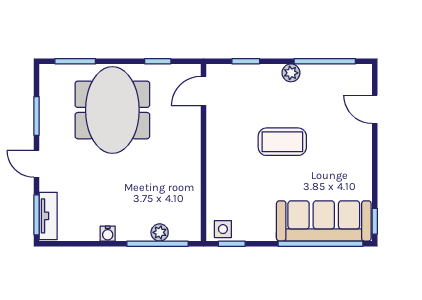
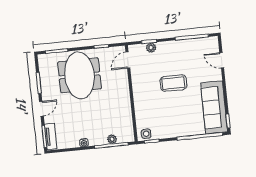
plant: (291, 73) -> (151, 48), moved
door: (37, 164) -> (41, 109), swing flipped
sofa: (324, 221) -> (214, 107), moved, turned -90

